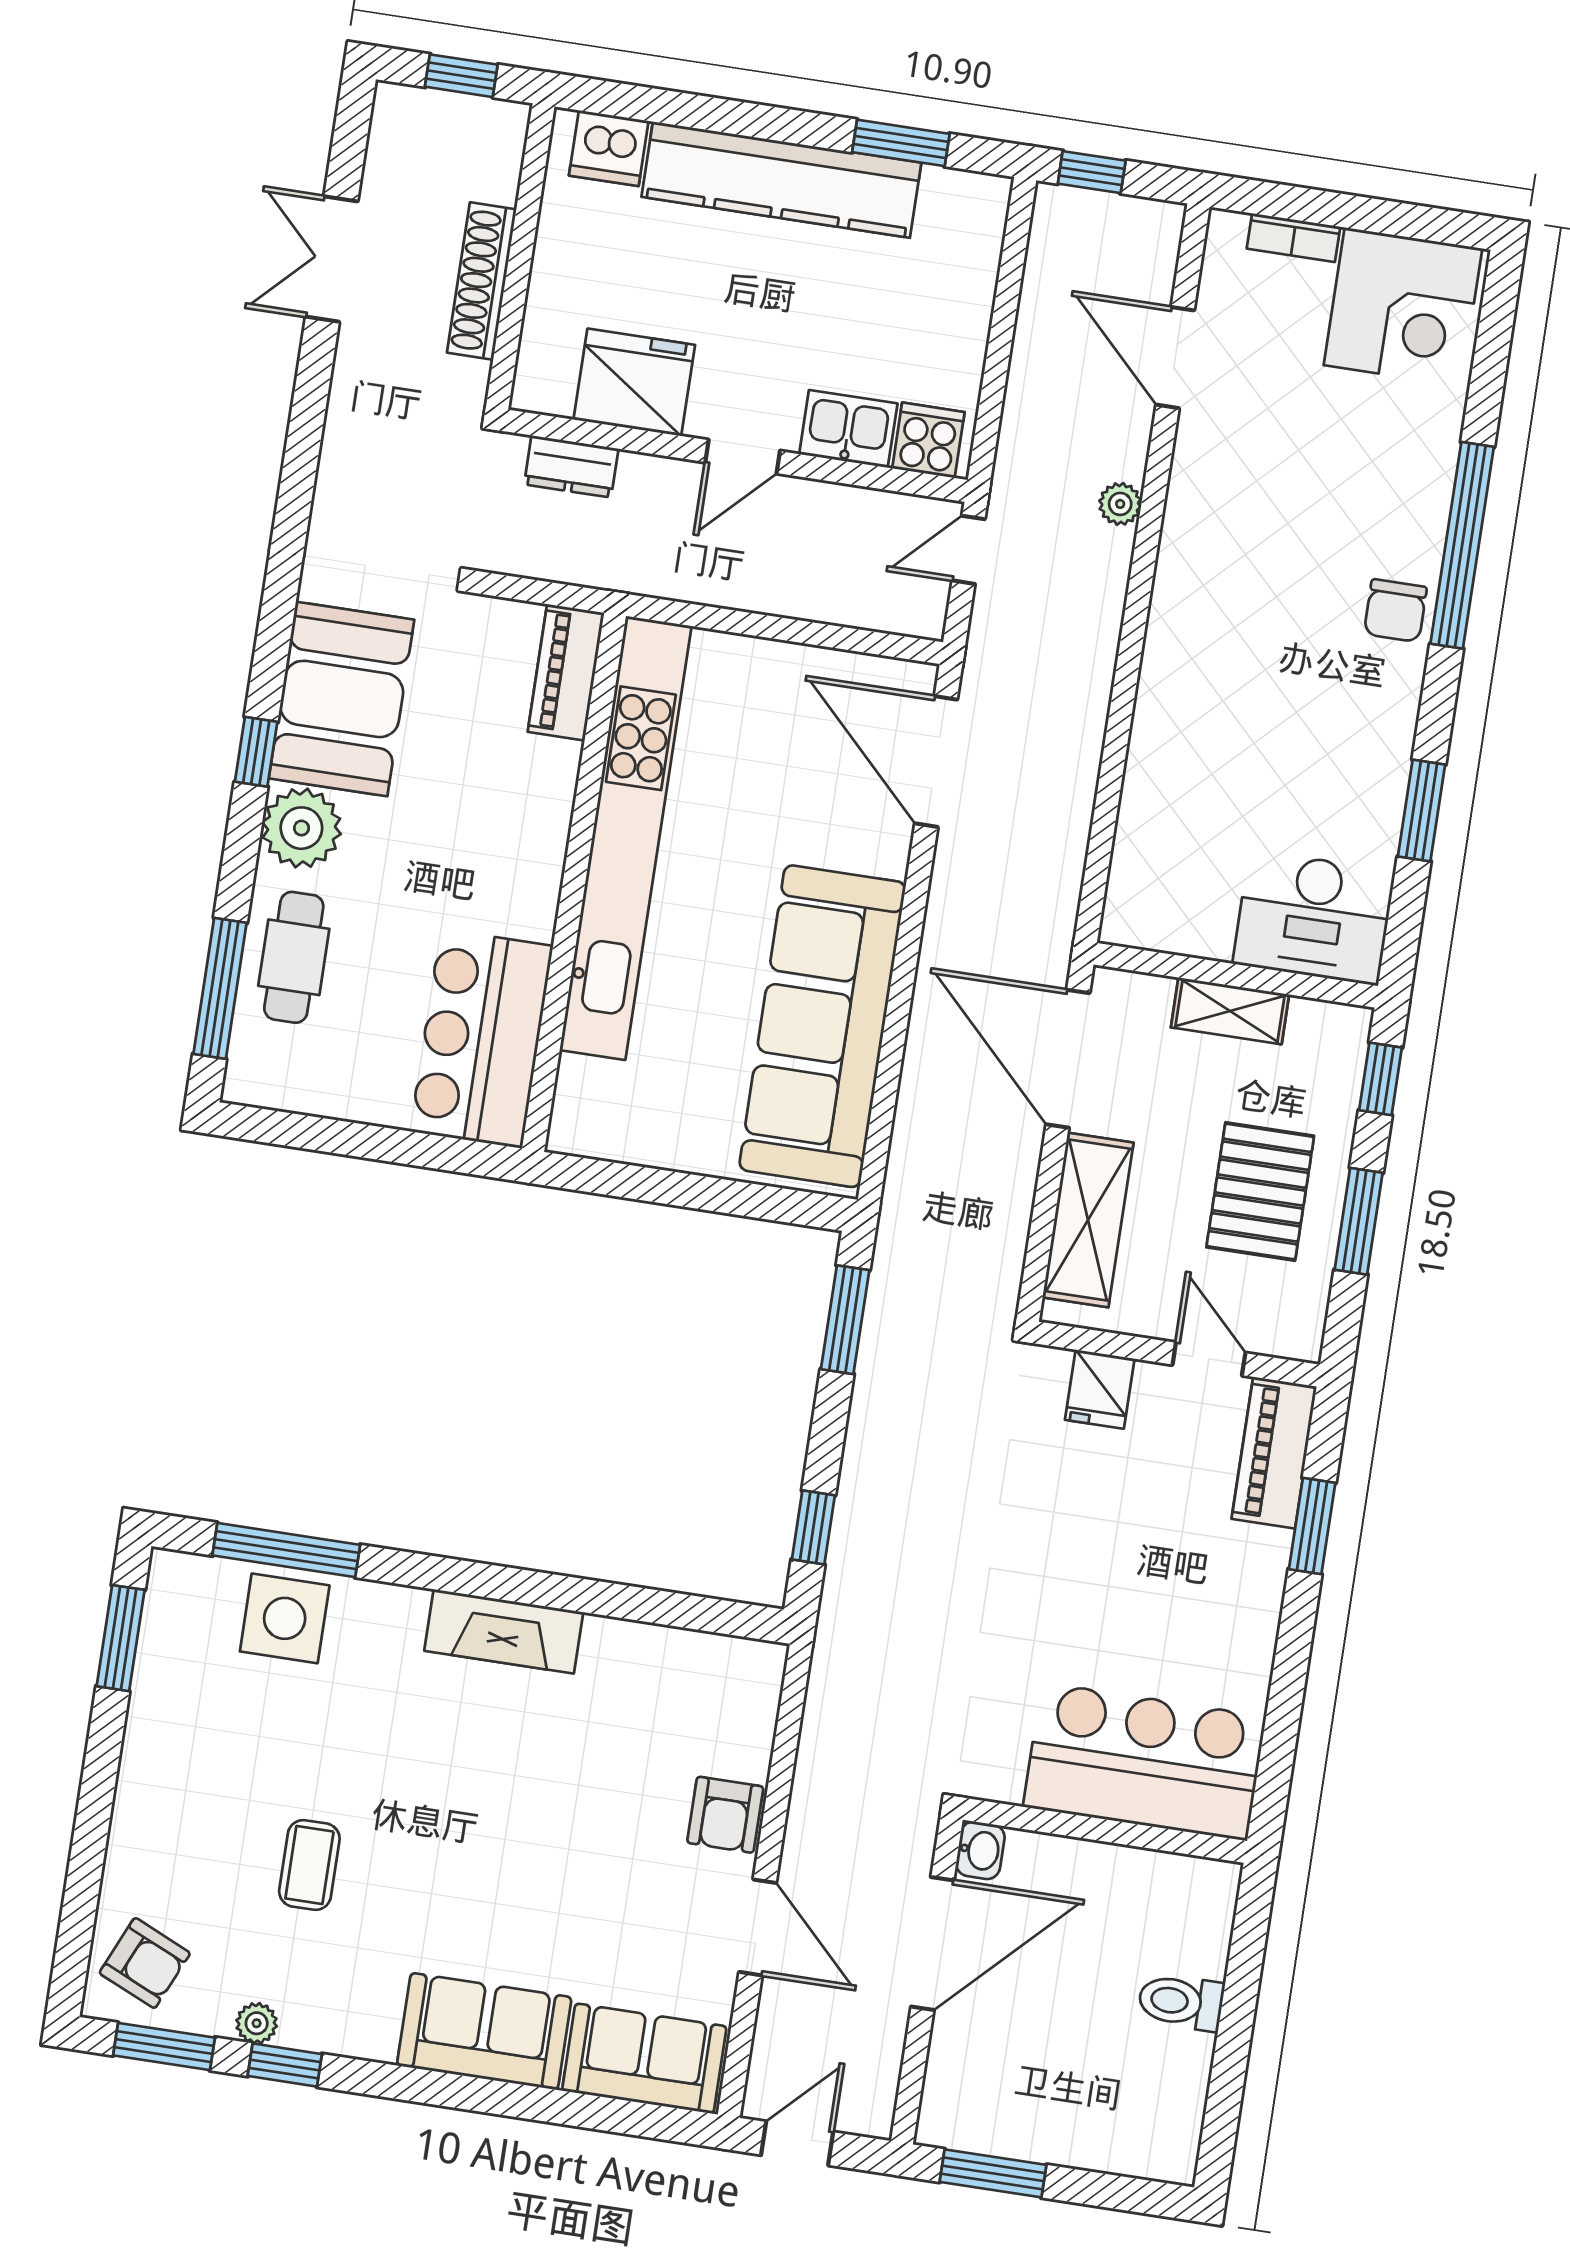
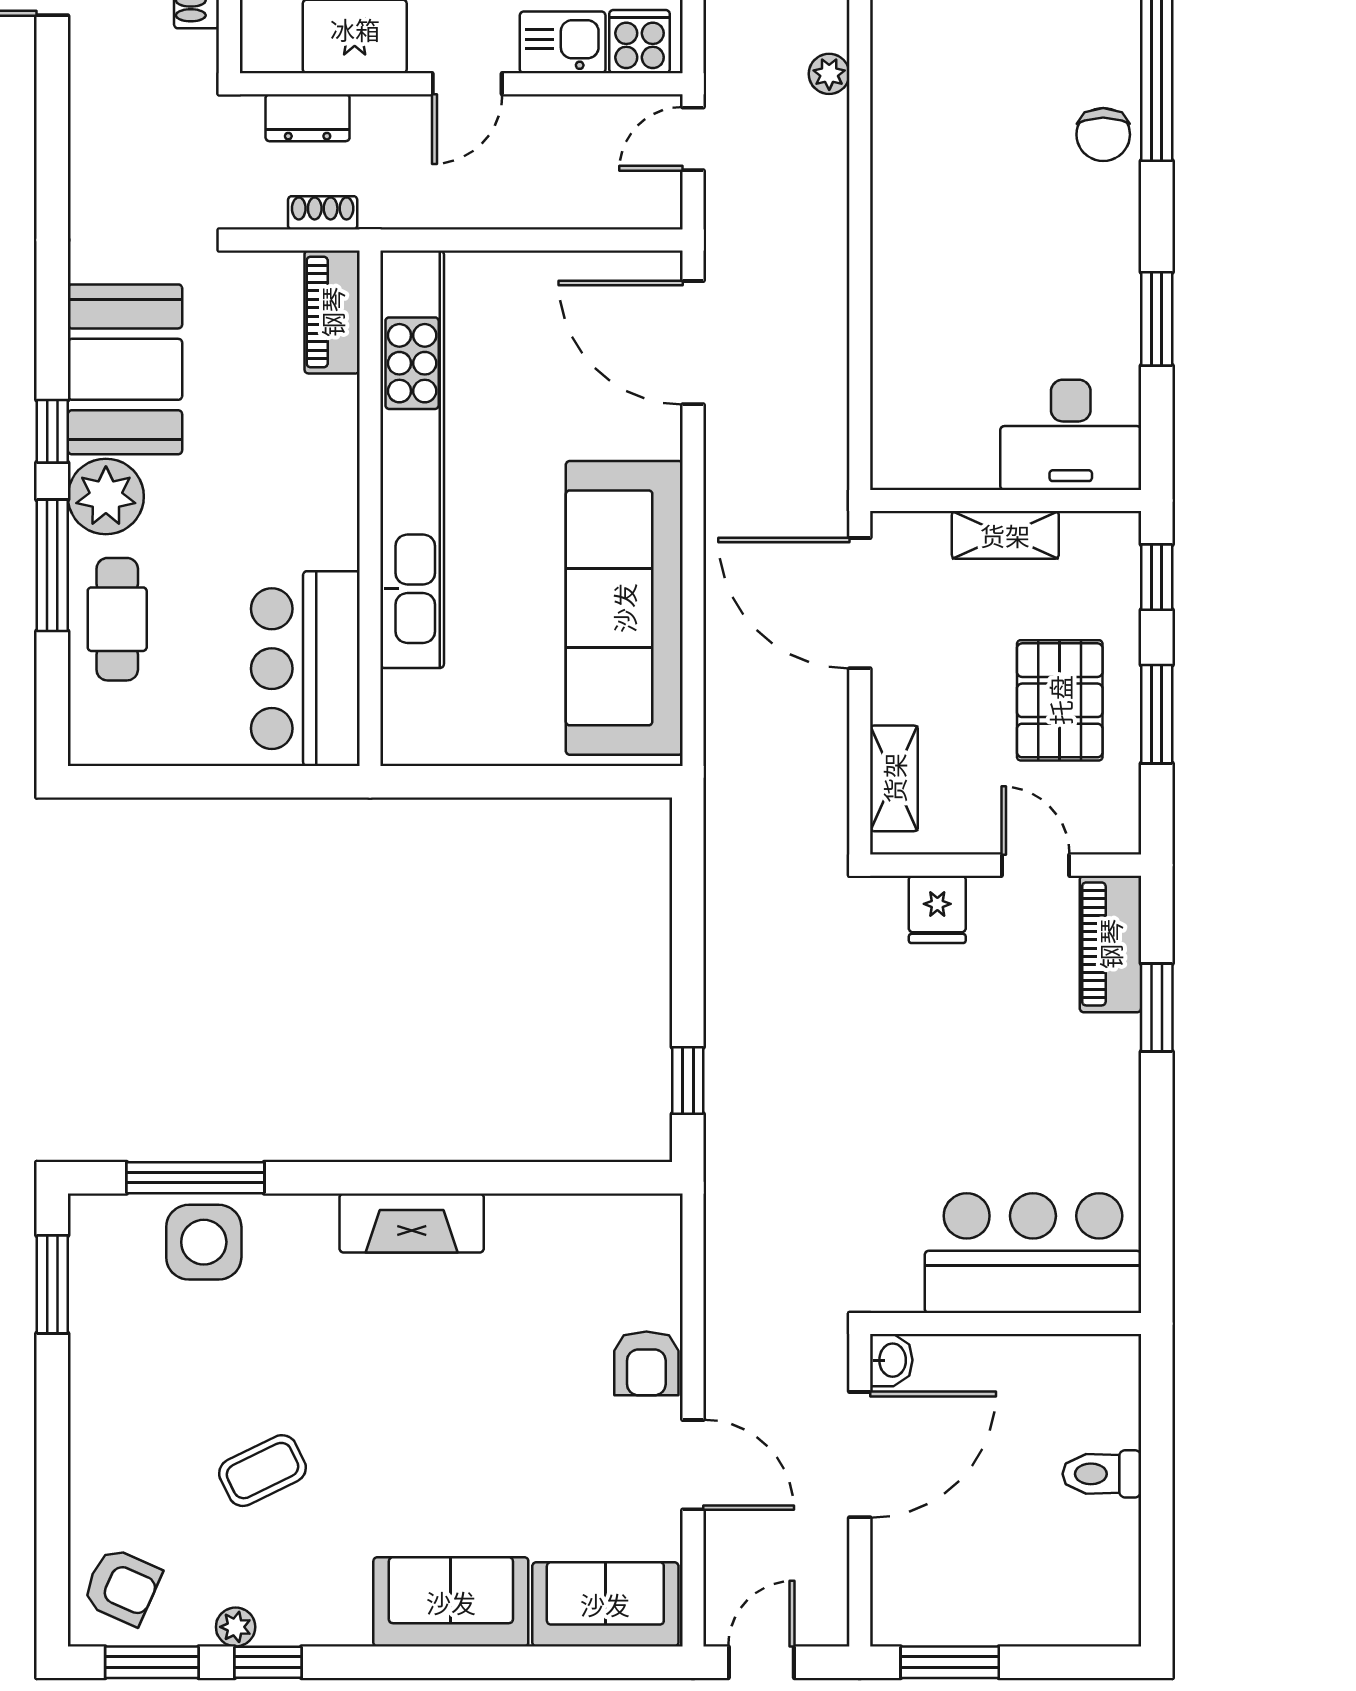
shoe rack: (572, 568) -> (323, 213), added
window: (220, 988) -> (52, 565), moved
shelving: (1088, 1220) -> (894, 778), width x0.67, depth x0.75
window: (845, 1320) -> (688, 881), removed
coffee table: (309, 1865) -> (263, 1471), turned 64

